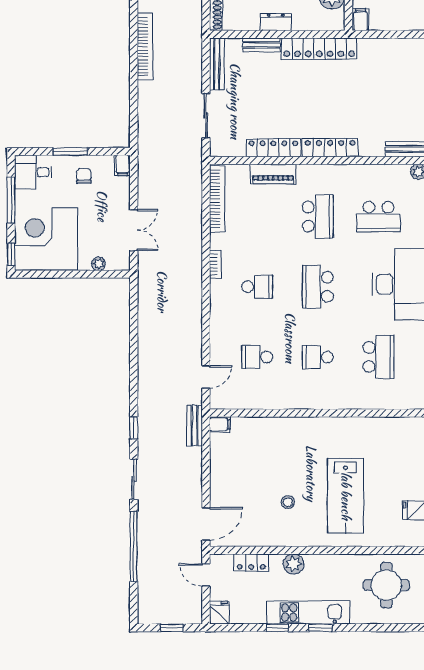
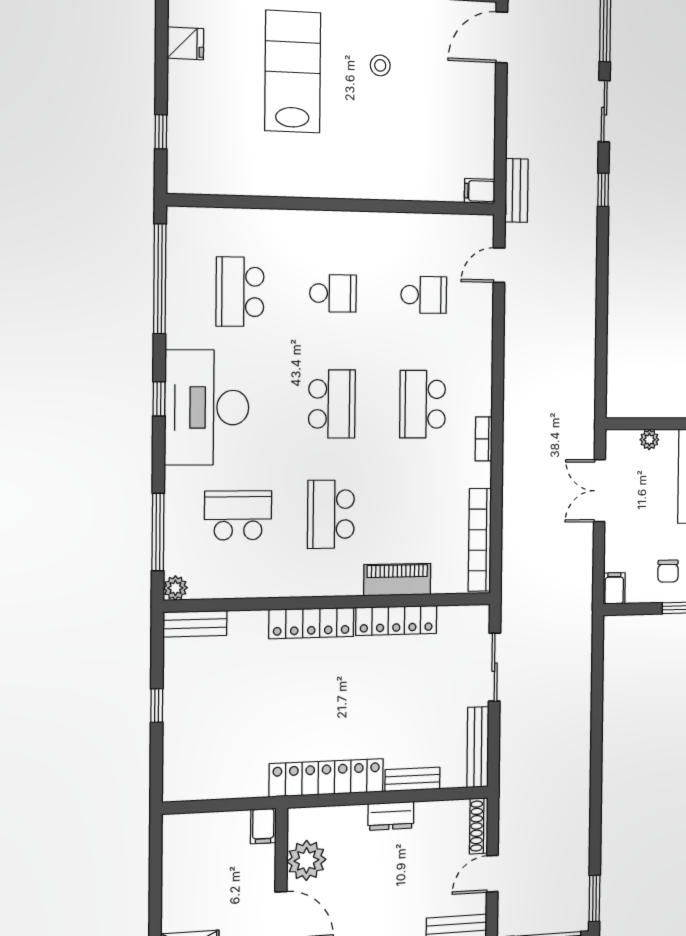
bookcase: (145, 47) -> (580, 769), removed
school desk: (257, 287) -> (423, 404), width x1.85

